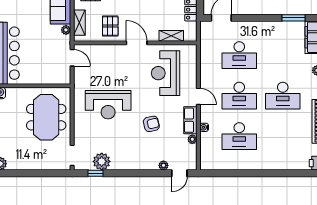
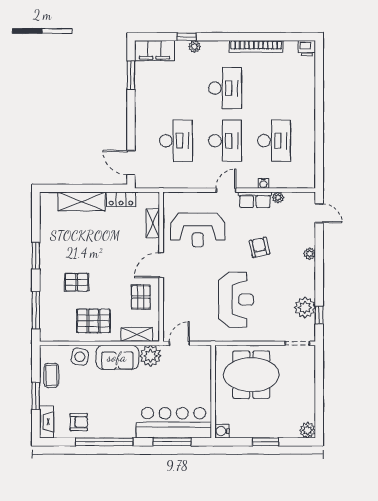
pallet: (110, 26) -> (141, 297), turned 90
plant: (66, 30) -> (151, 356), width x1.88, depth x1.88
plant: (163, 165) -> (310, 254), moved

